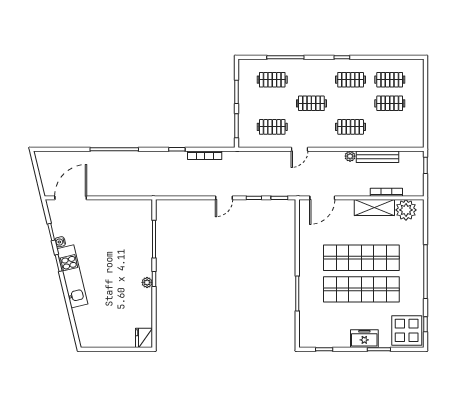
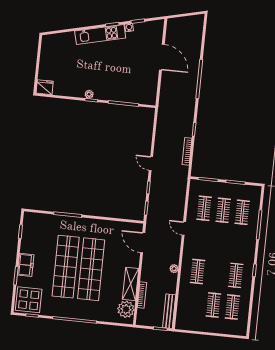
clothes rail: (311, 103) -> (223, 210), moved
bench: (378, 157) -> (169, 311), moved
door: (71, 198) -> (162, 57), moved

